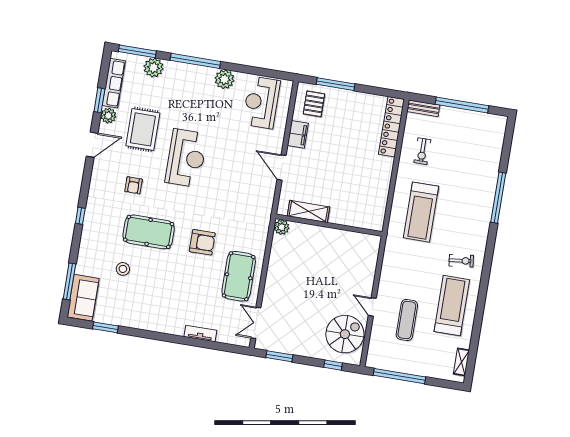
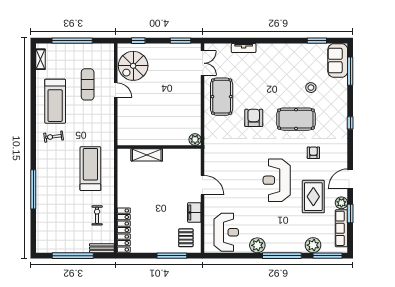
shelving: (308, 211) -> (147, 155), moved
armchair: (202, 242) -> (254, 118), turned 90
window: (399, 376) -> (72, 41), moved

